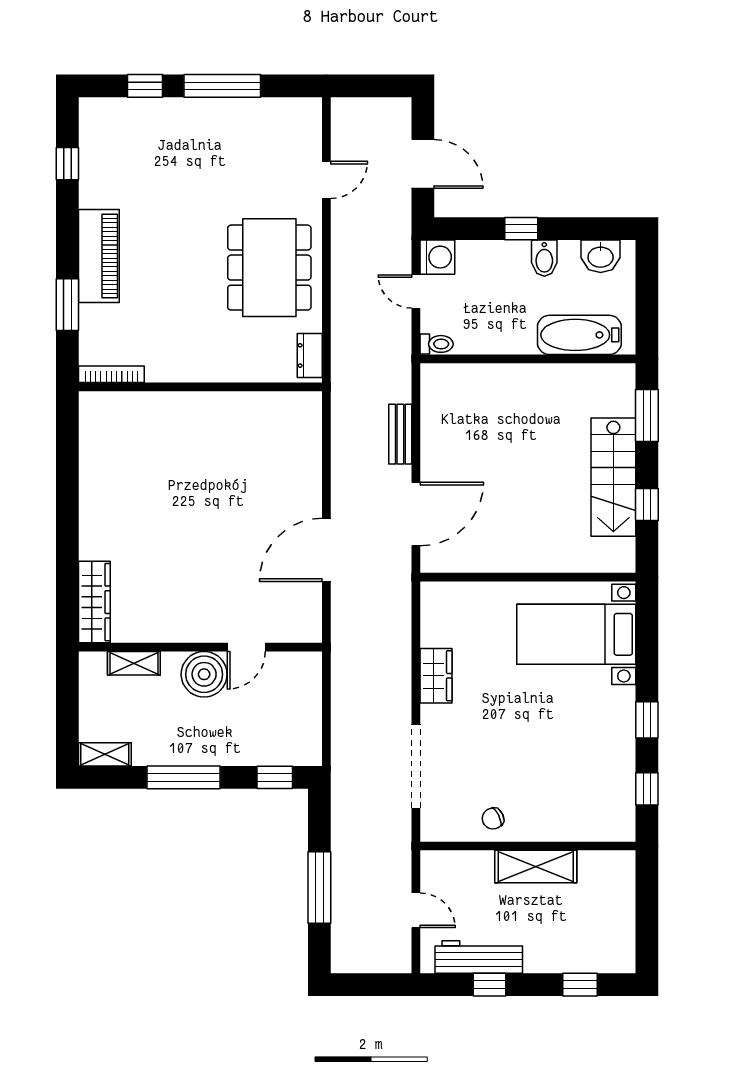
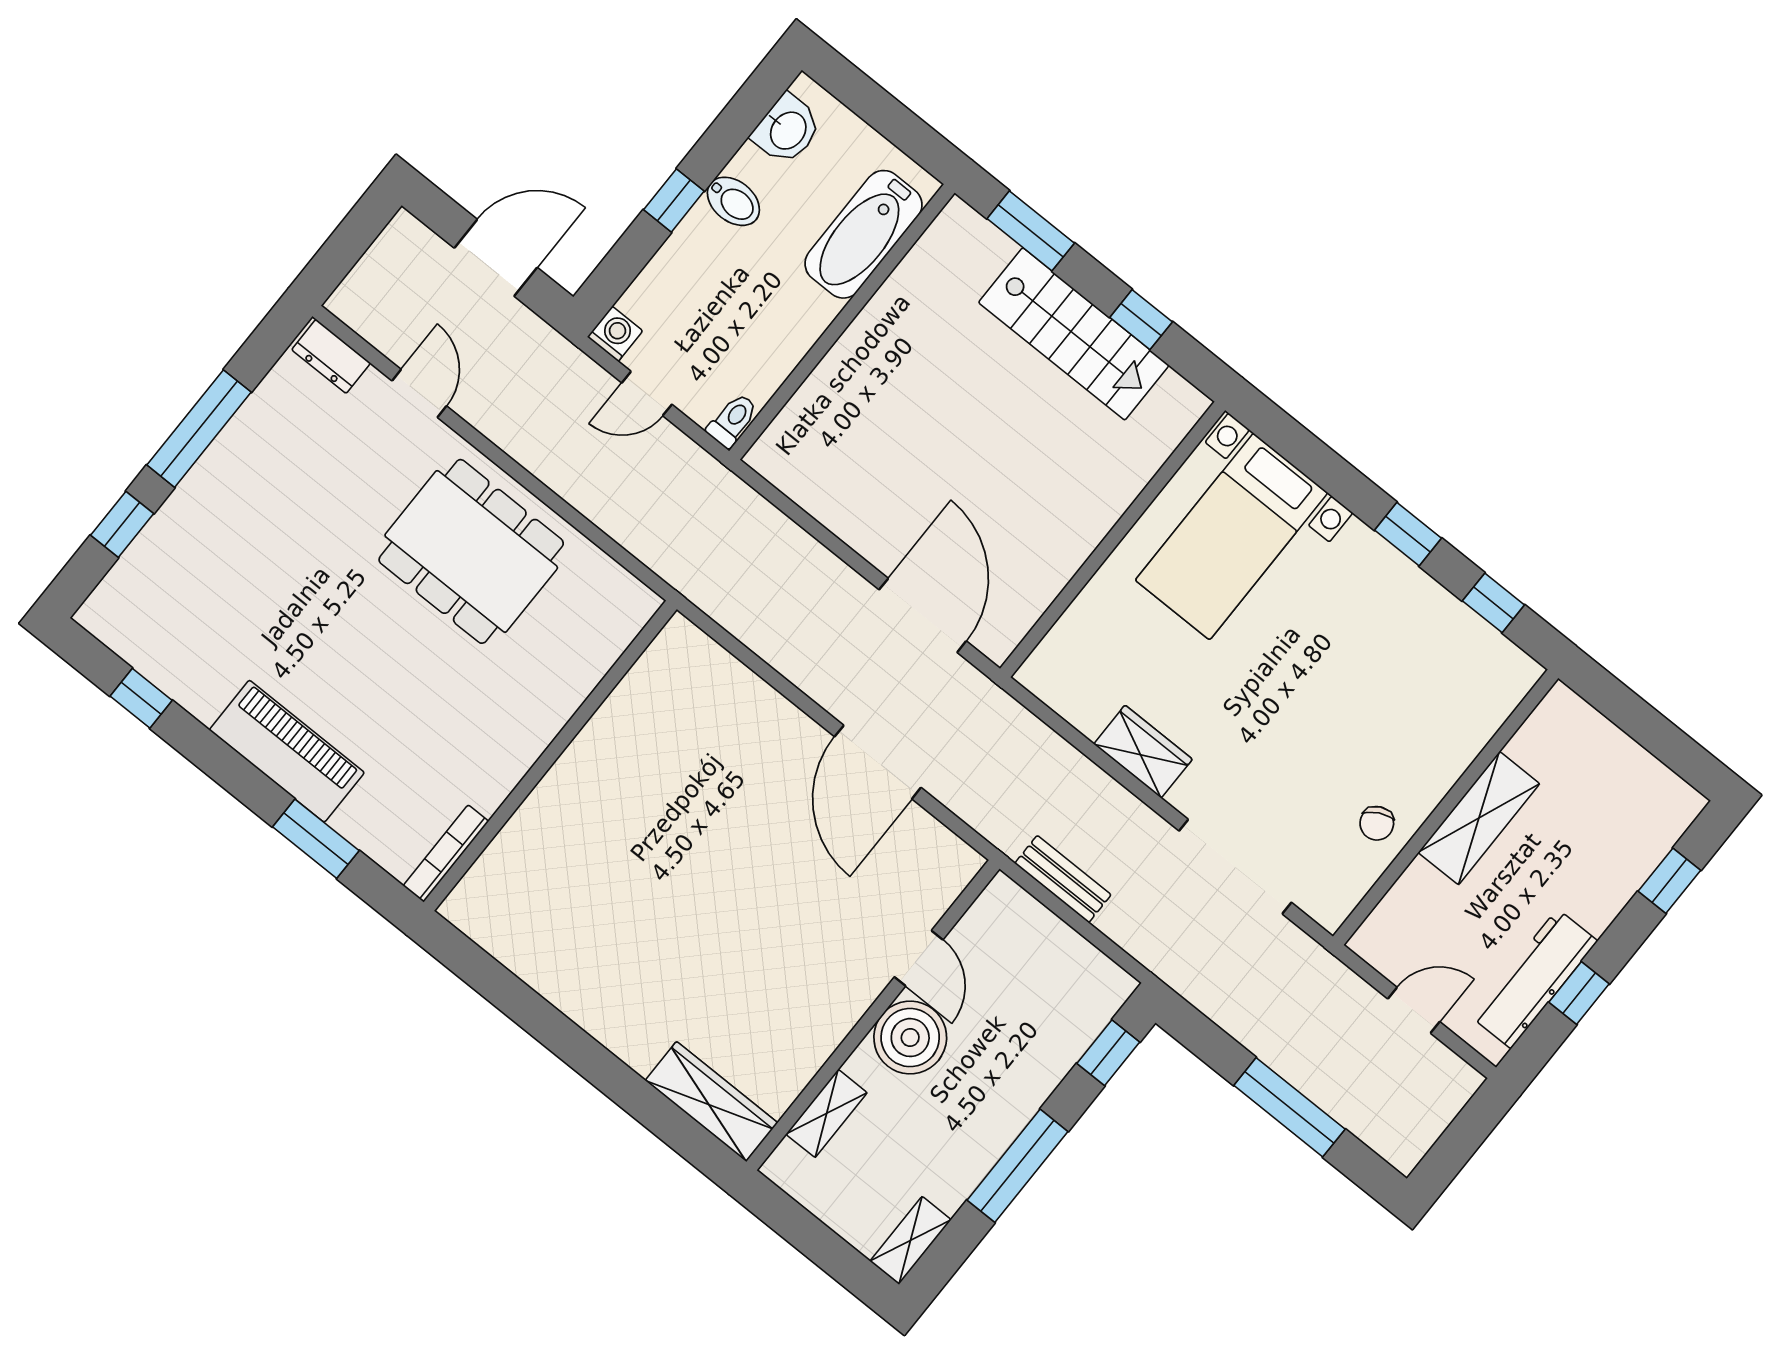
washing machine: (437, 257) -> (615, 334), width x0.73, depth x0.73
dresser: (310, 355) -> (331, 356), moved
bench: (400, 434) -> (1063, 879), moved

